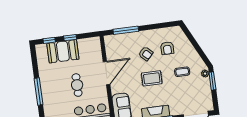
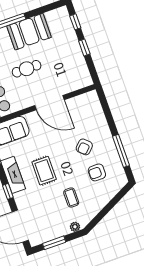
window: (126, 30) -> (121, 151), moved
booth: (63, 51) -> (29, 32), moved, turned 90
rug: (152, 78) -> (44, 171), moved
window: (212, 81) -> (54, 243), moved

